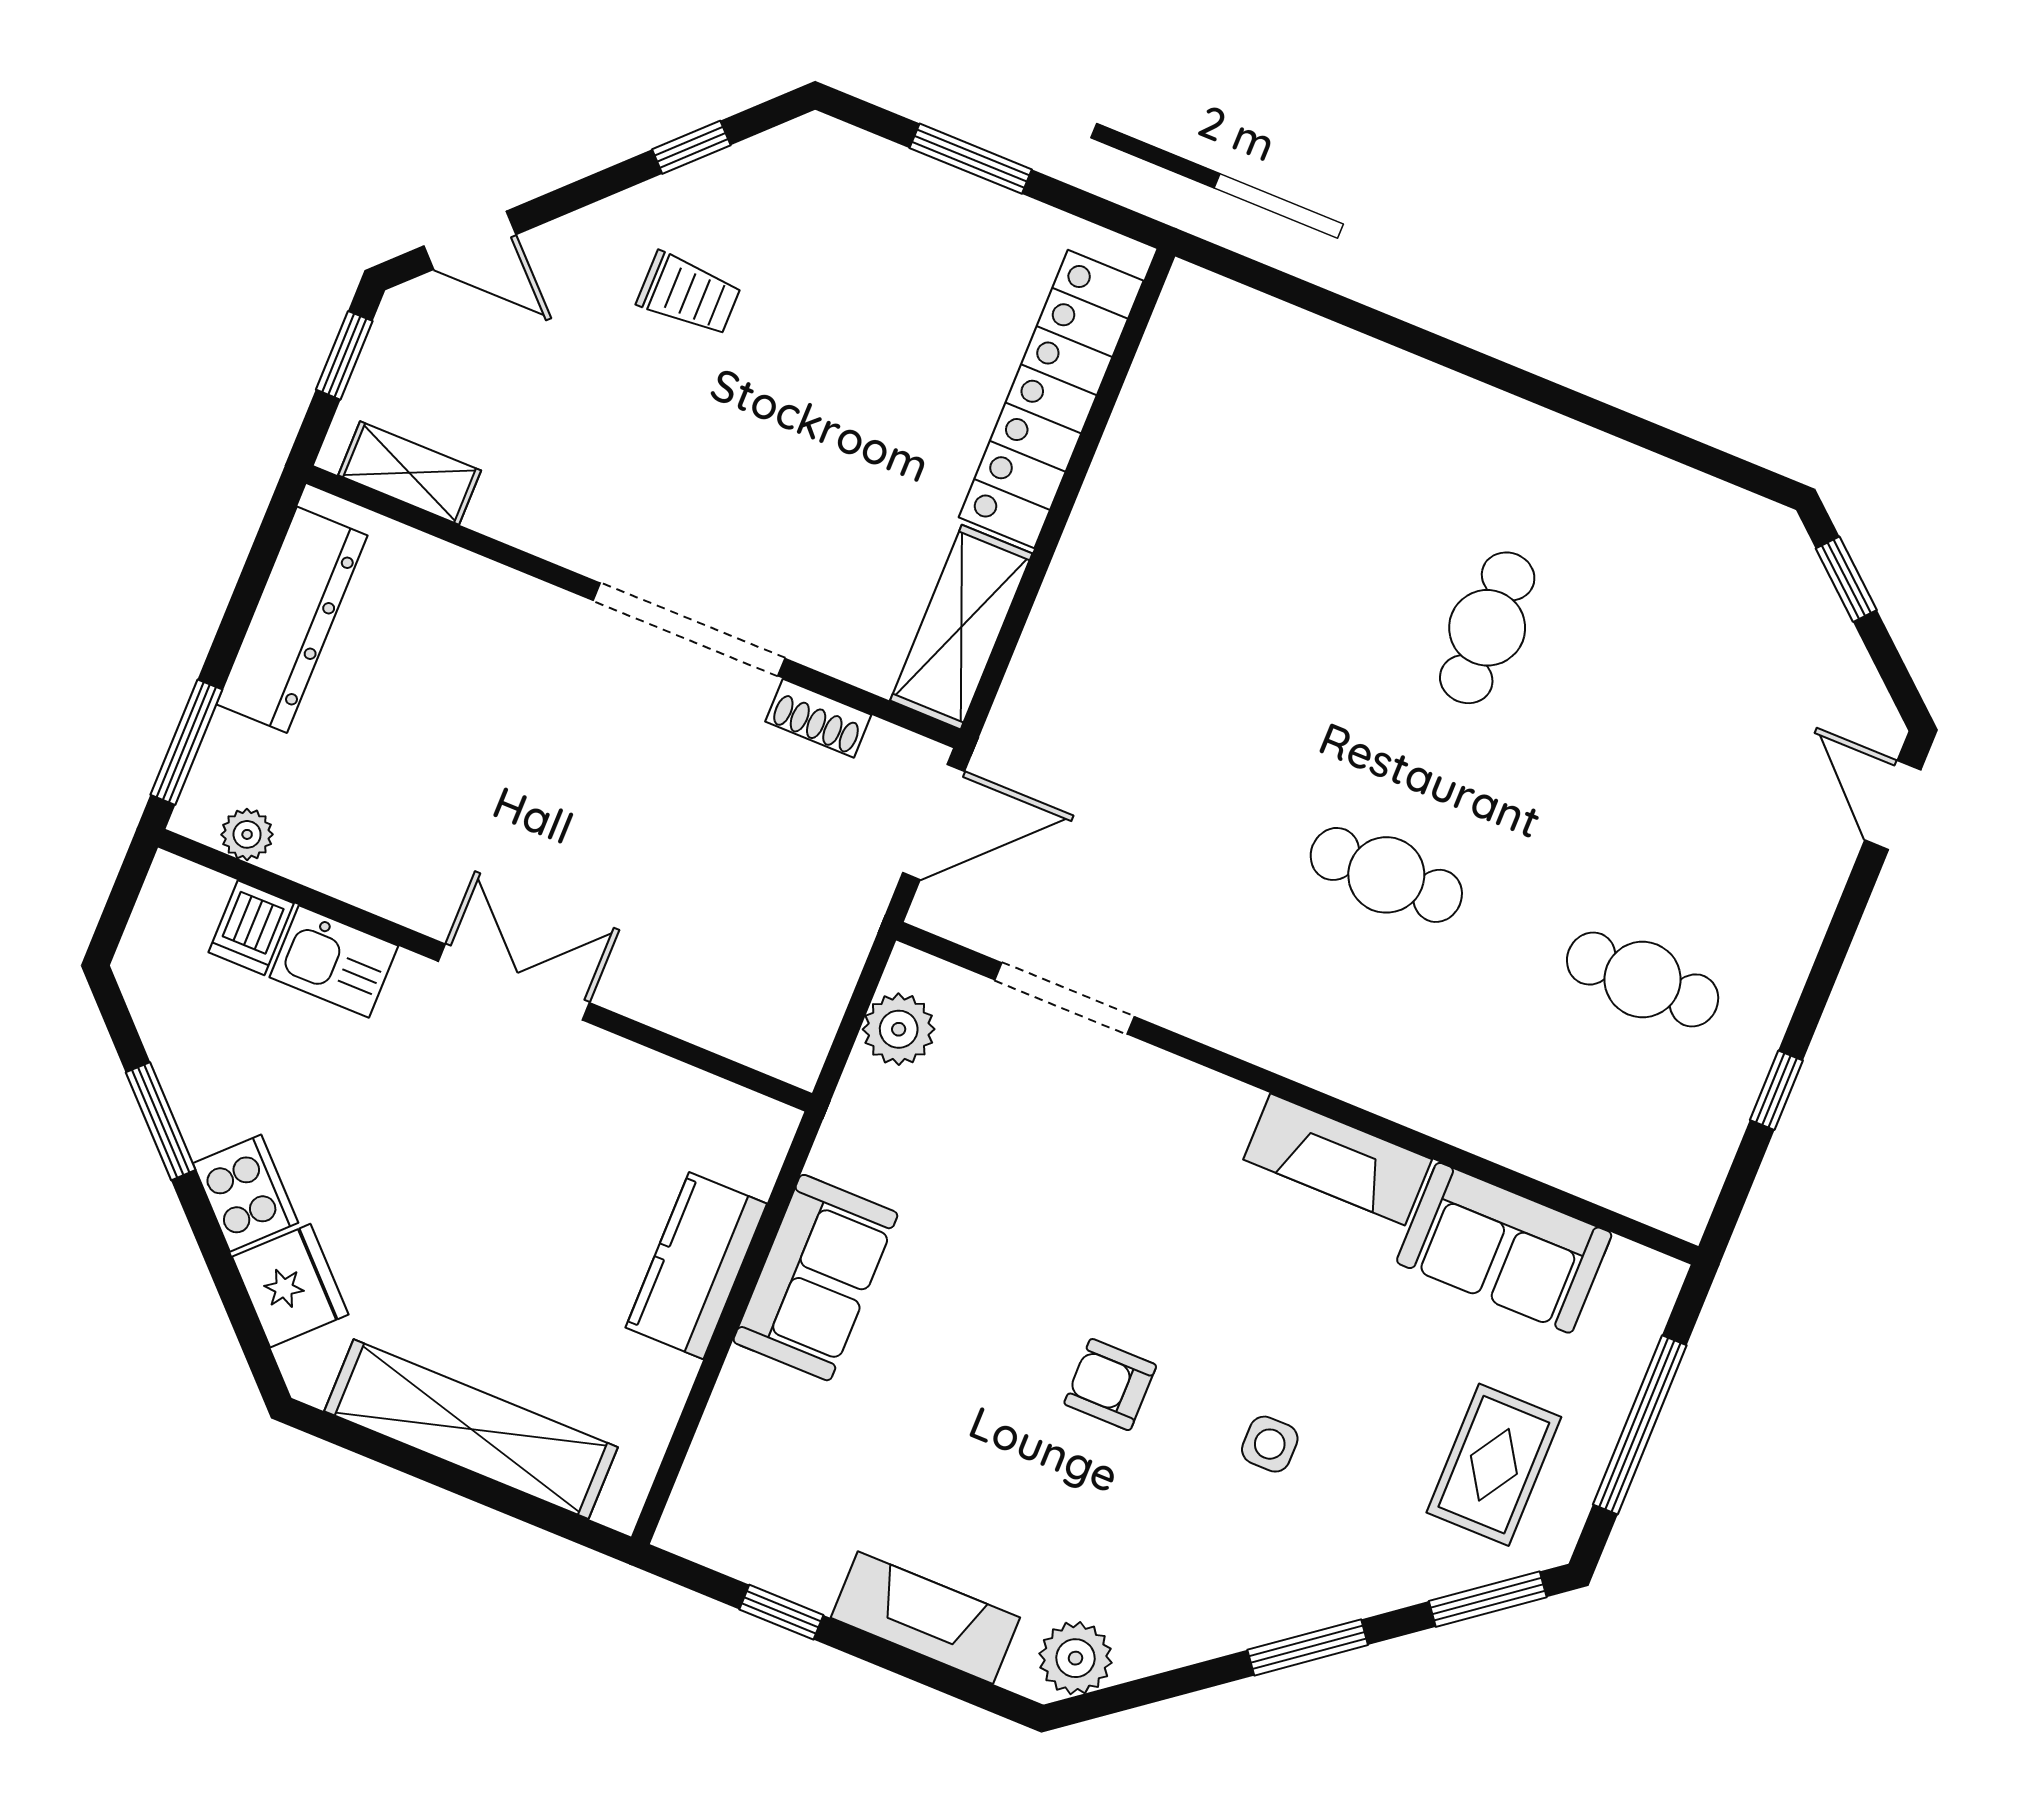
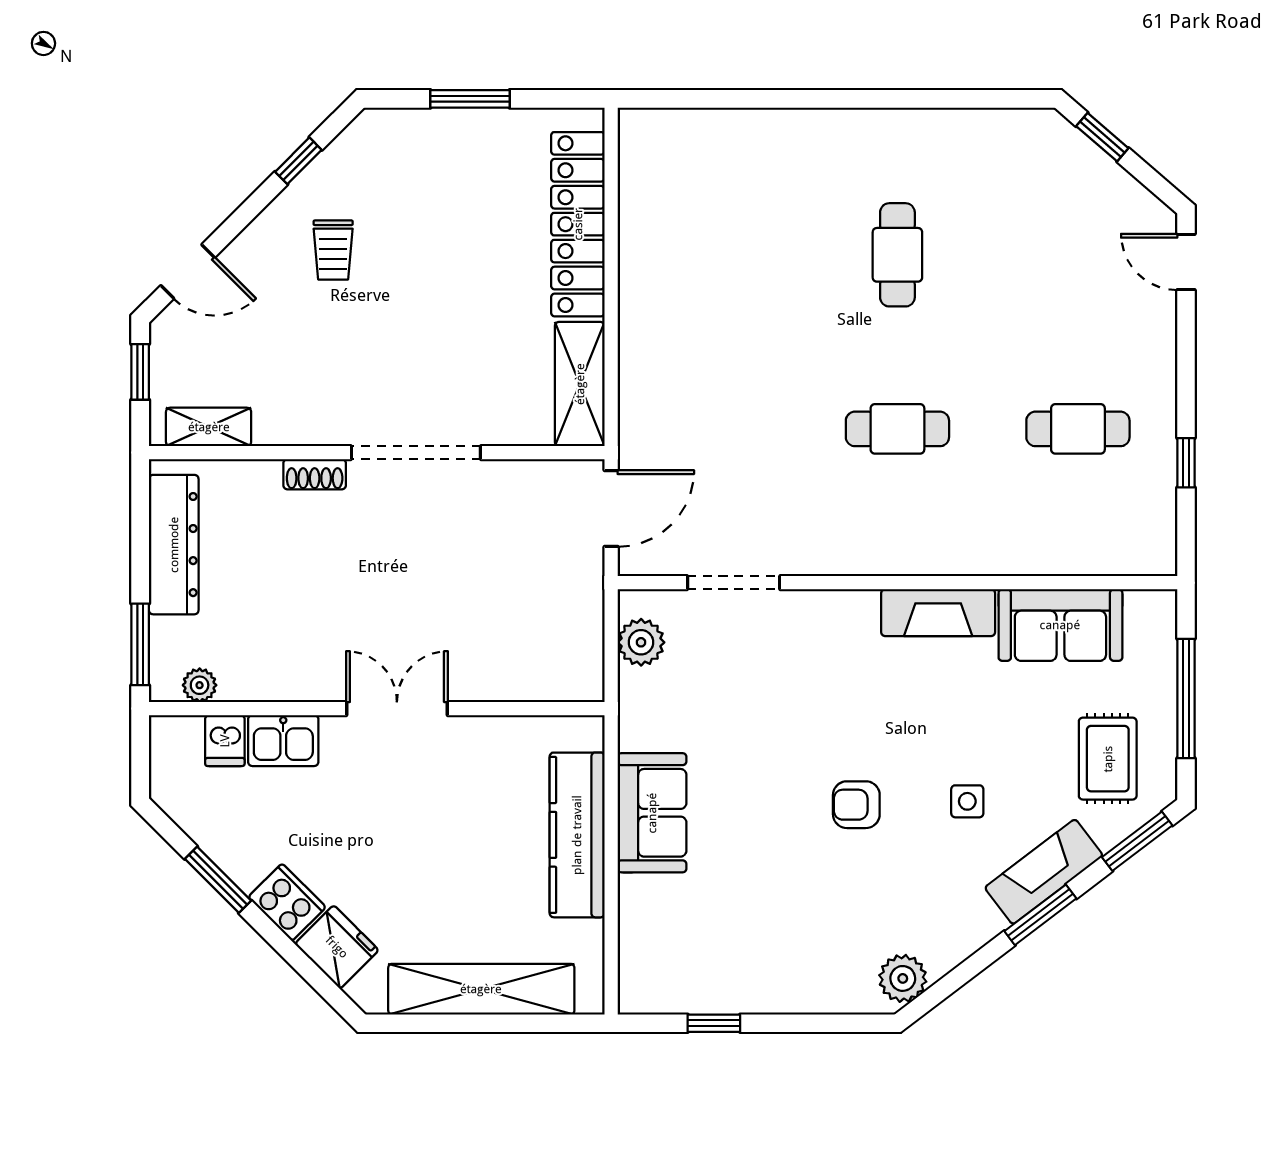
trolley: (689, 294) -> (333, 250), turned 90
shoe rack: (818, 718) -> (315, 474), moved
kitchen counter: (696, 1266) -> (577, 835), width x1.50
fireplace: (925, 1618) -> (1044, 872), moved, turned -37

